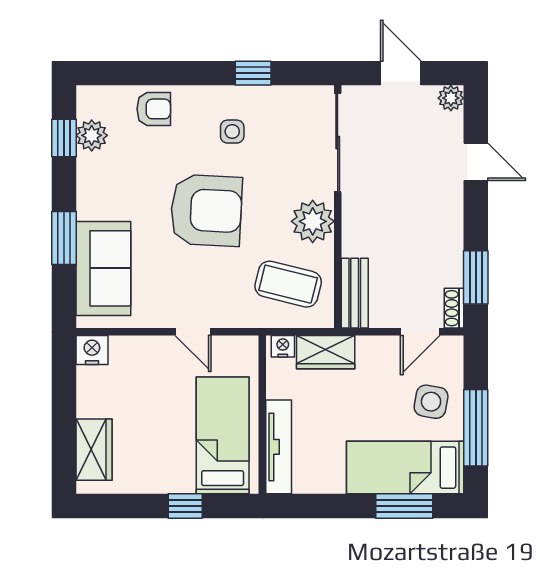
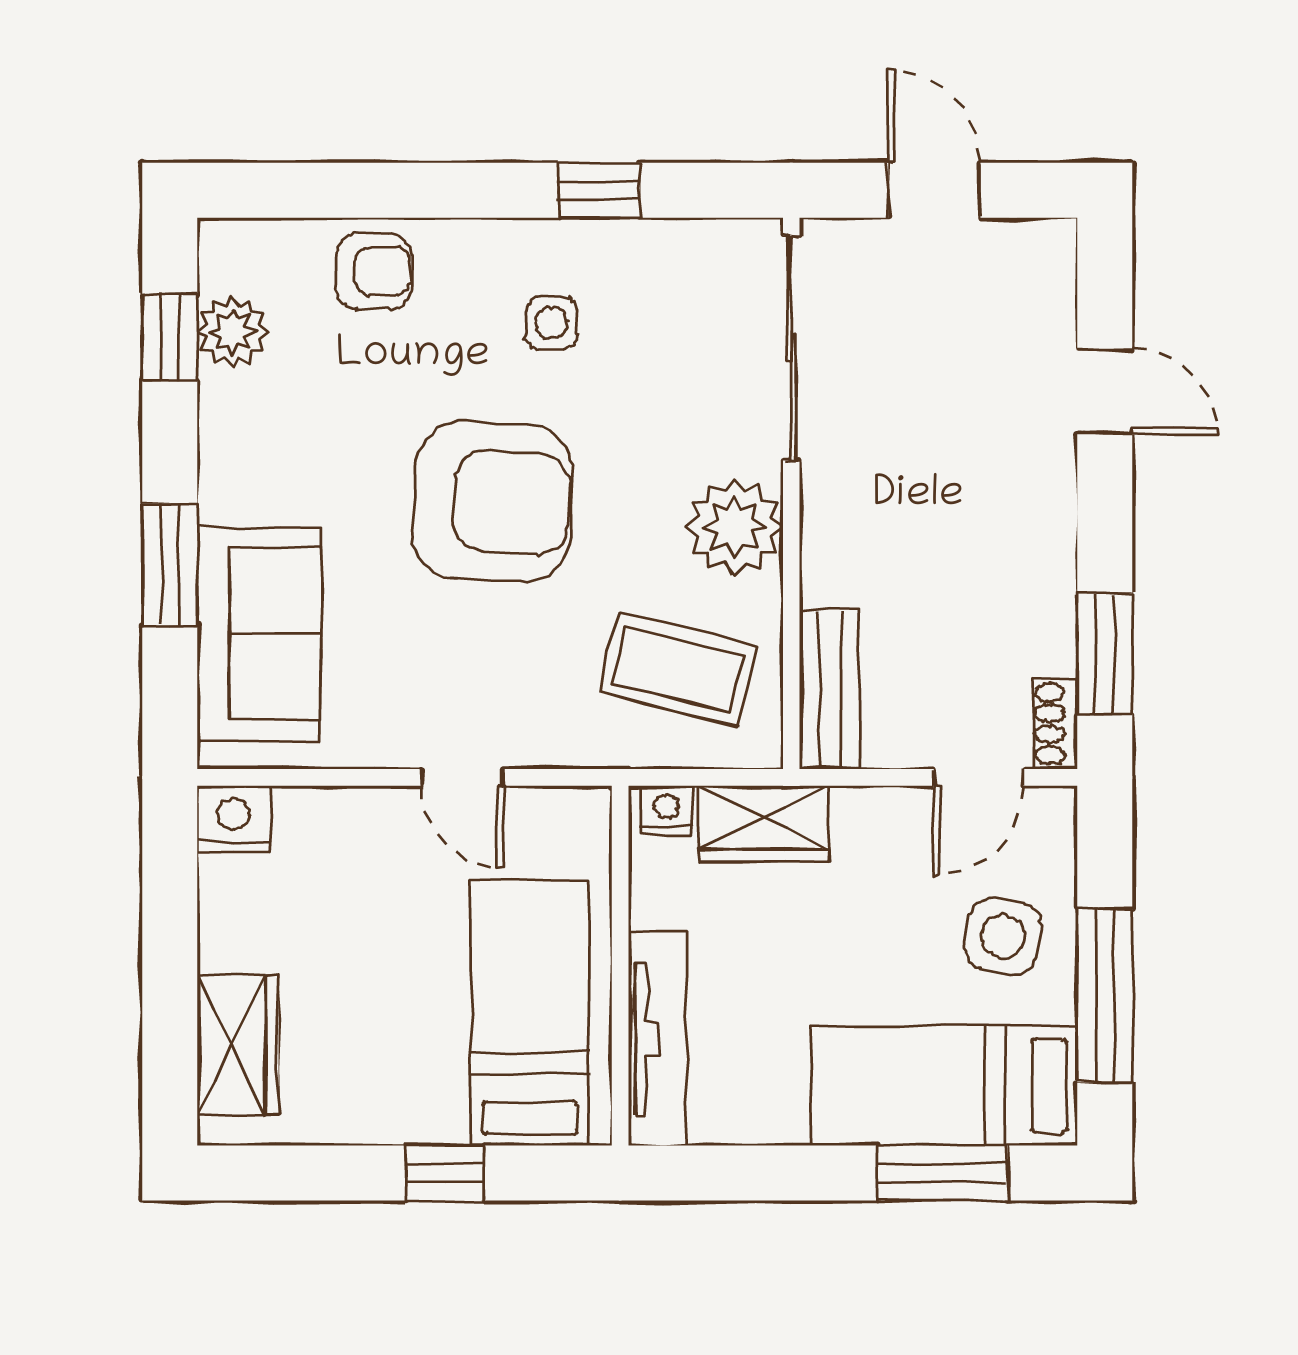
plant: (451, 98) -> (1048, 247), removed

